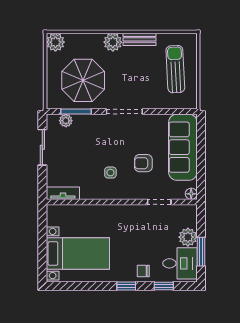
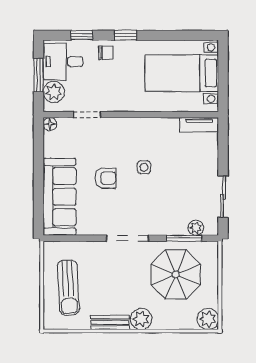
tv unit: (63, 193) -> (199, 125), moved
floor lamp: (191, 194) -> (50, 124), moved
wall: (122, 202) -> (131, 115), moved
doorway: (159, 202) -> (87, 115), moved

